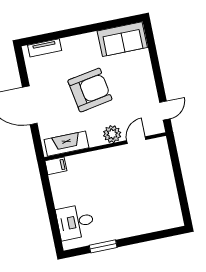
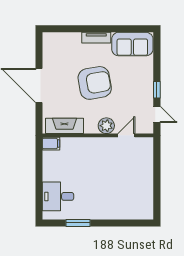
tv unit: (45, 48) -> (96, 38), moved
window: (159, 84) -> (157, 90), added
door: (165, 111) -> (157, 115), hinge flipped

